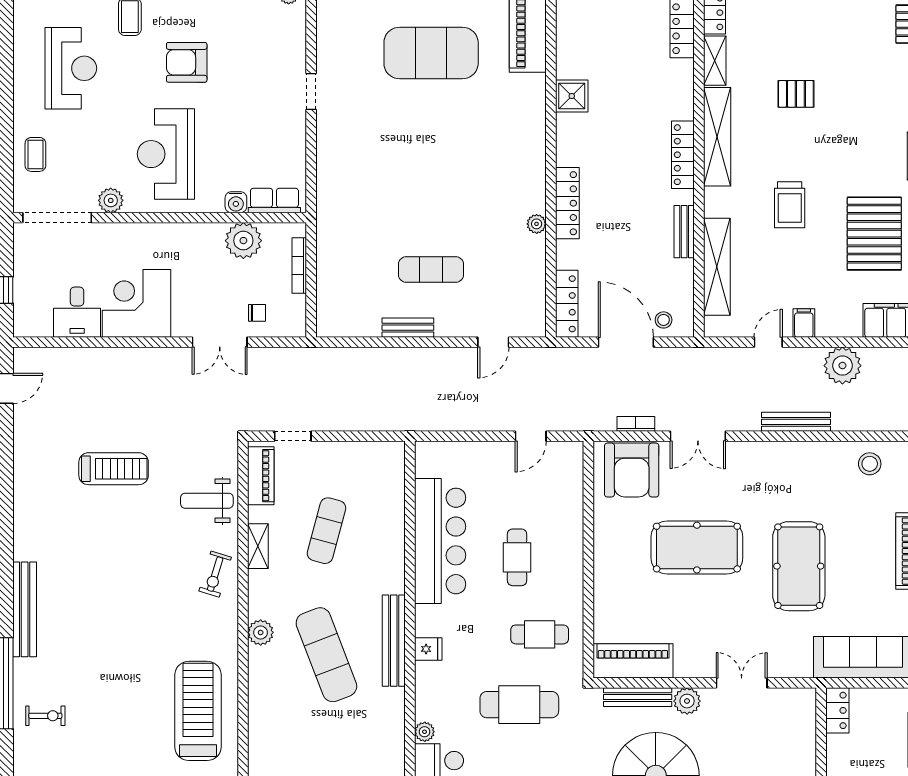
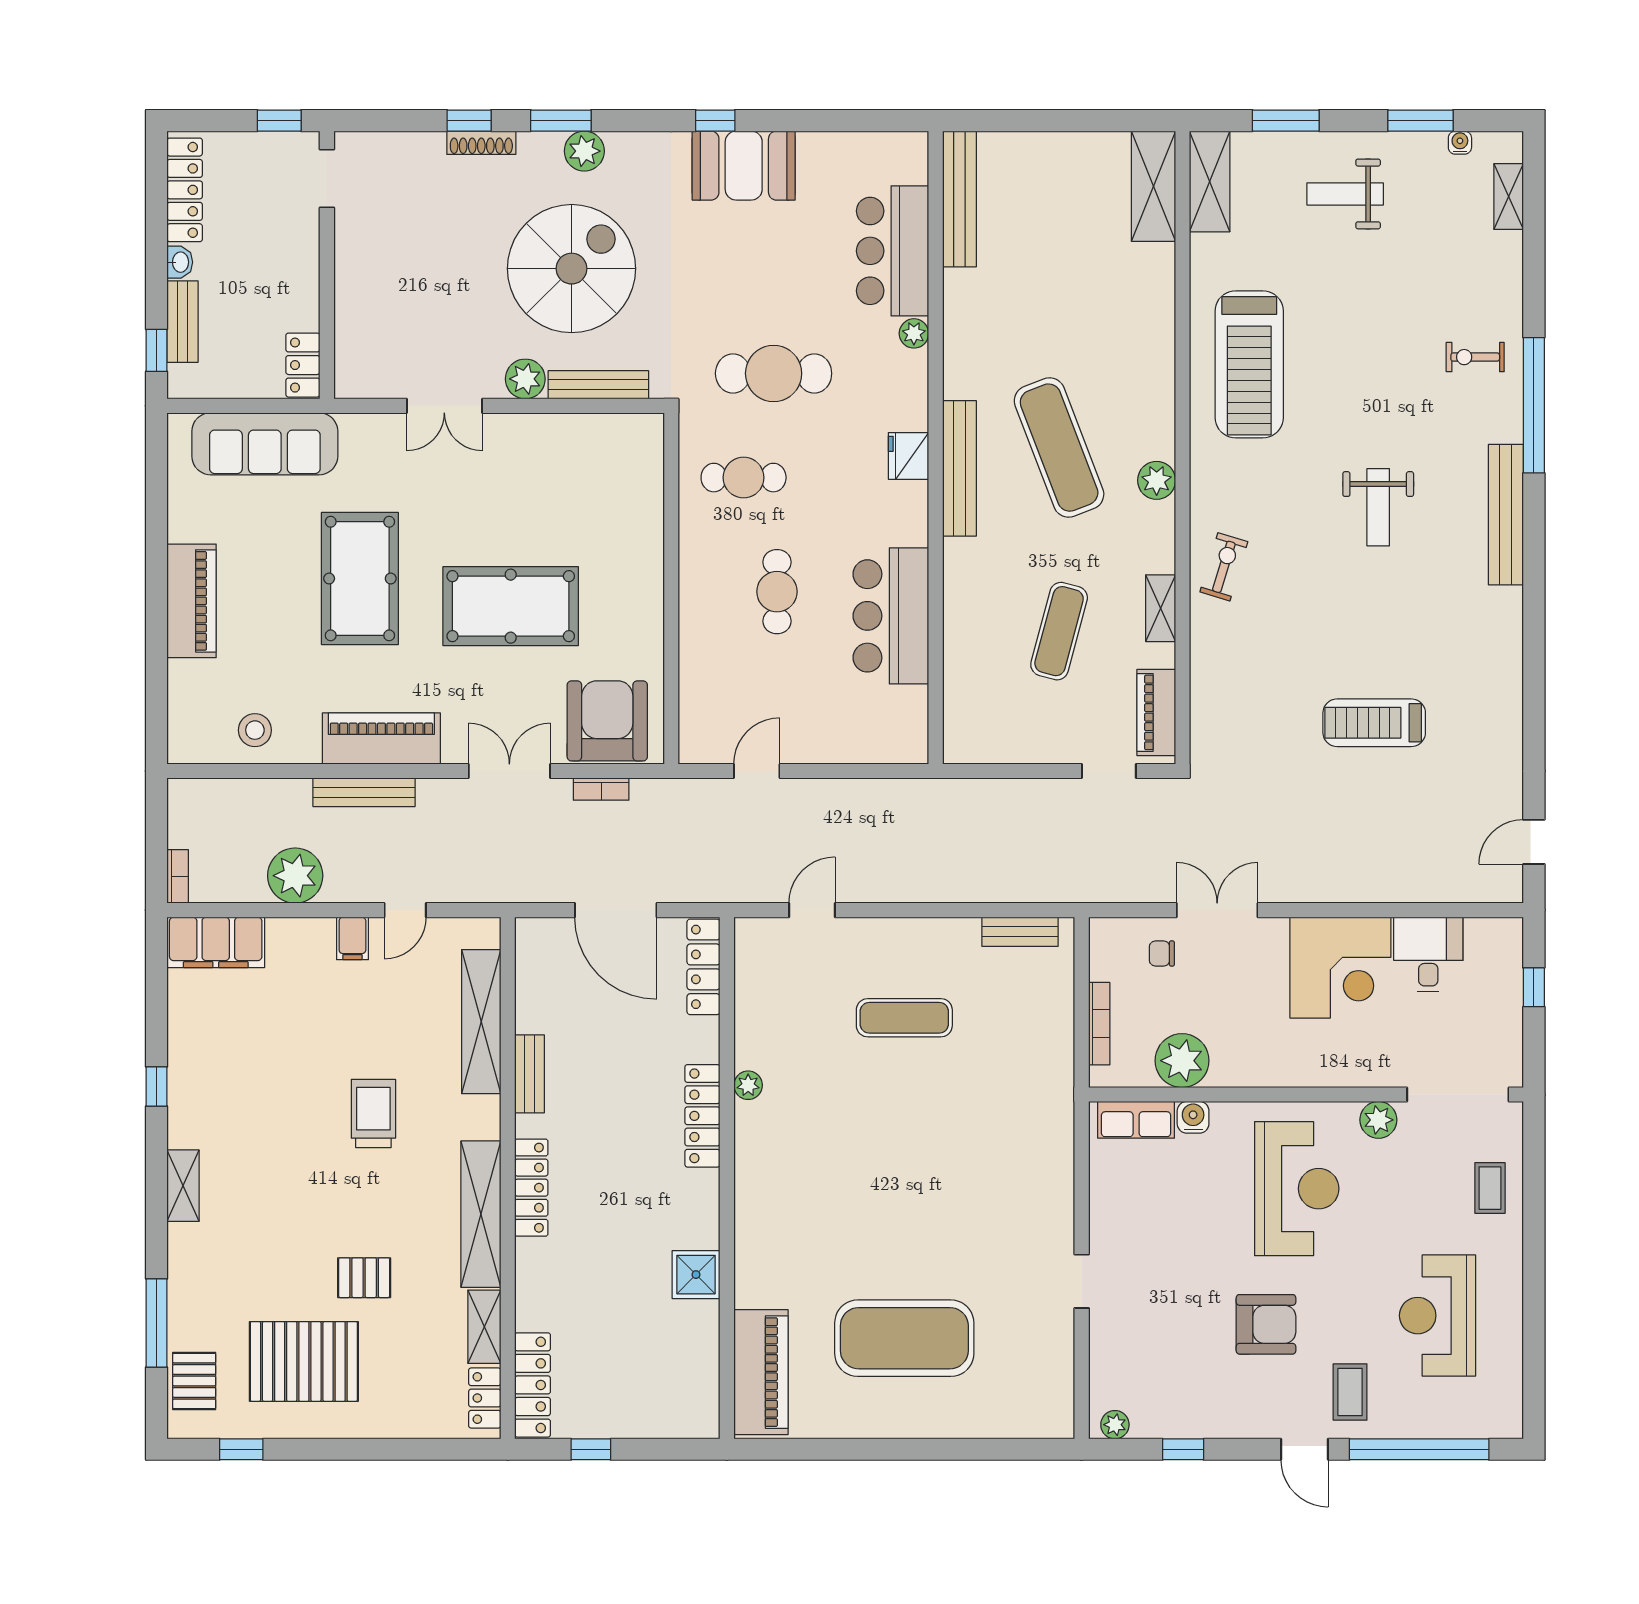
pallet: (874, 234) -> (304, 1361), moved, turned 90
stool: (664, 320) -> (560, 943), removed
bench: (408, 328) -> (1020, 932), moved
weight bench: (207, 501) -> (1378, 507), moved, turned 90
bar counter: (440, 541) -> (891, 616), width x0.73
fridge: (428, 649) -> (908, 456), width x1.38
piano: (633, 661) -> (381, 738), moved, turned 180

